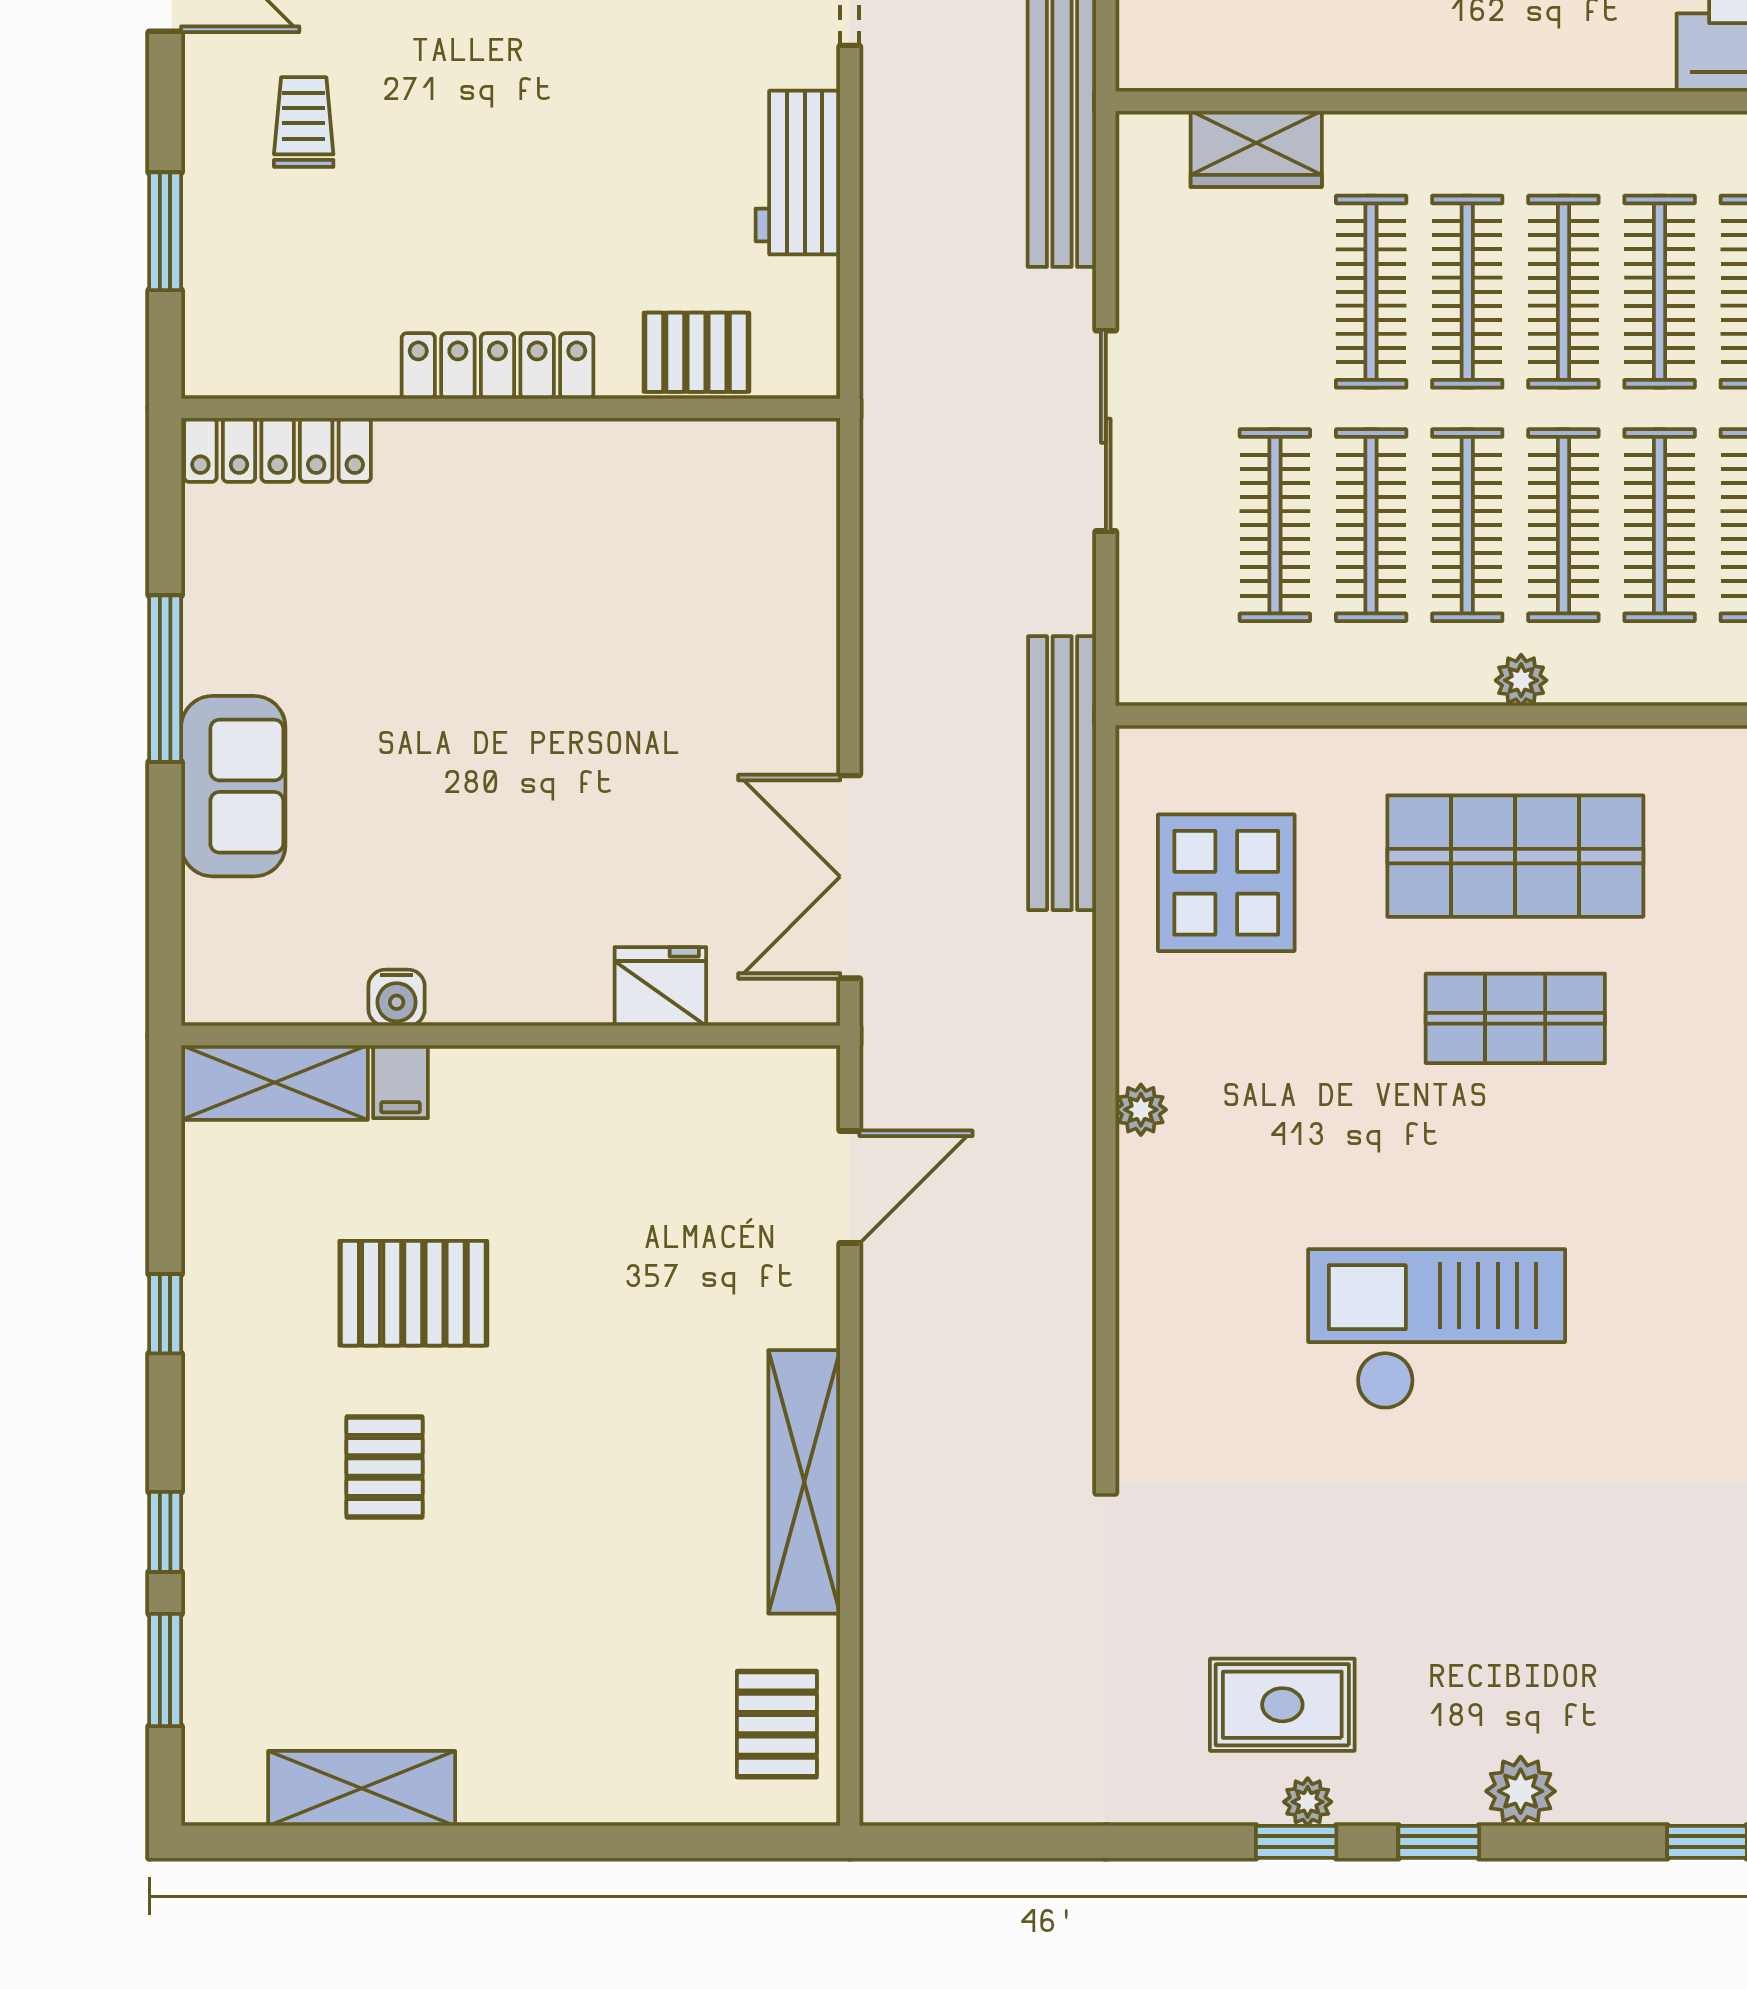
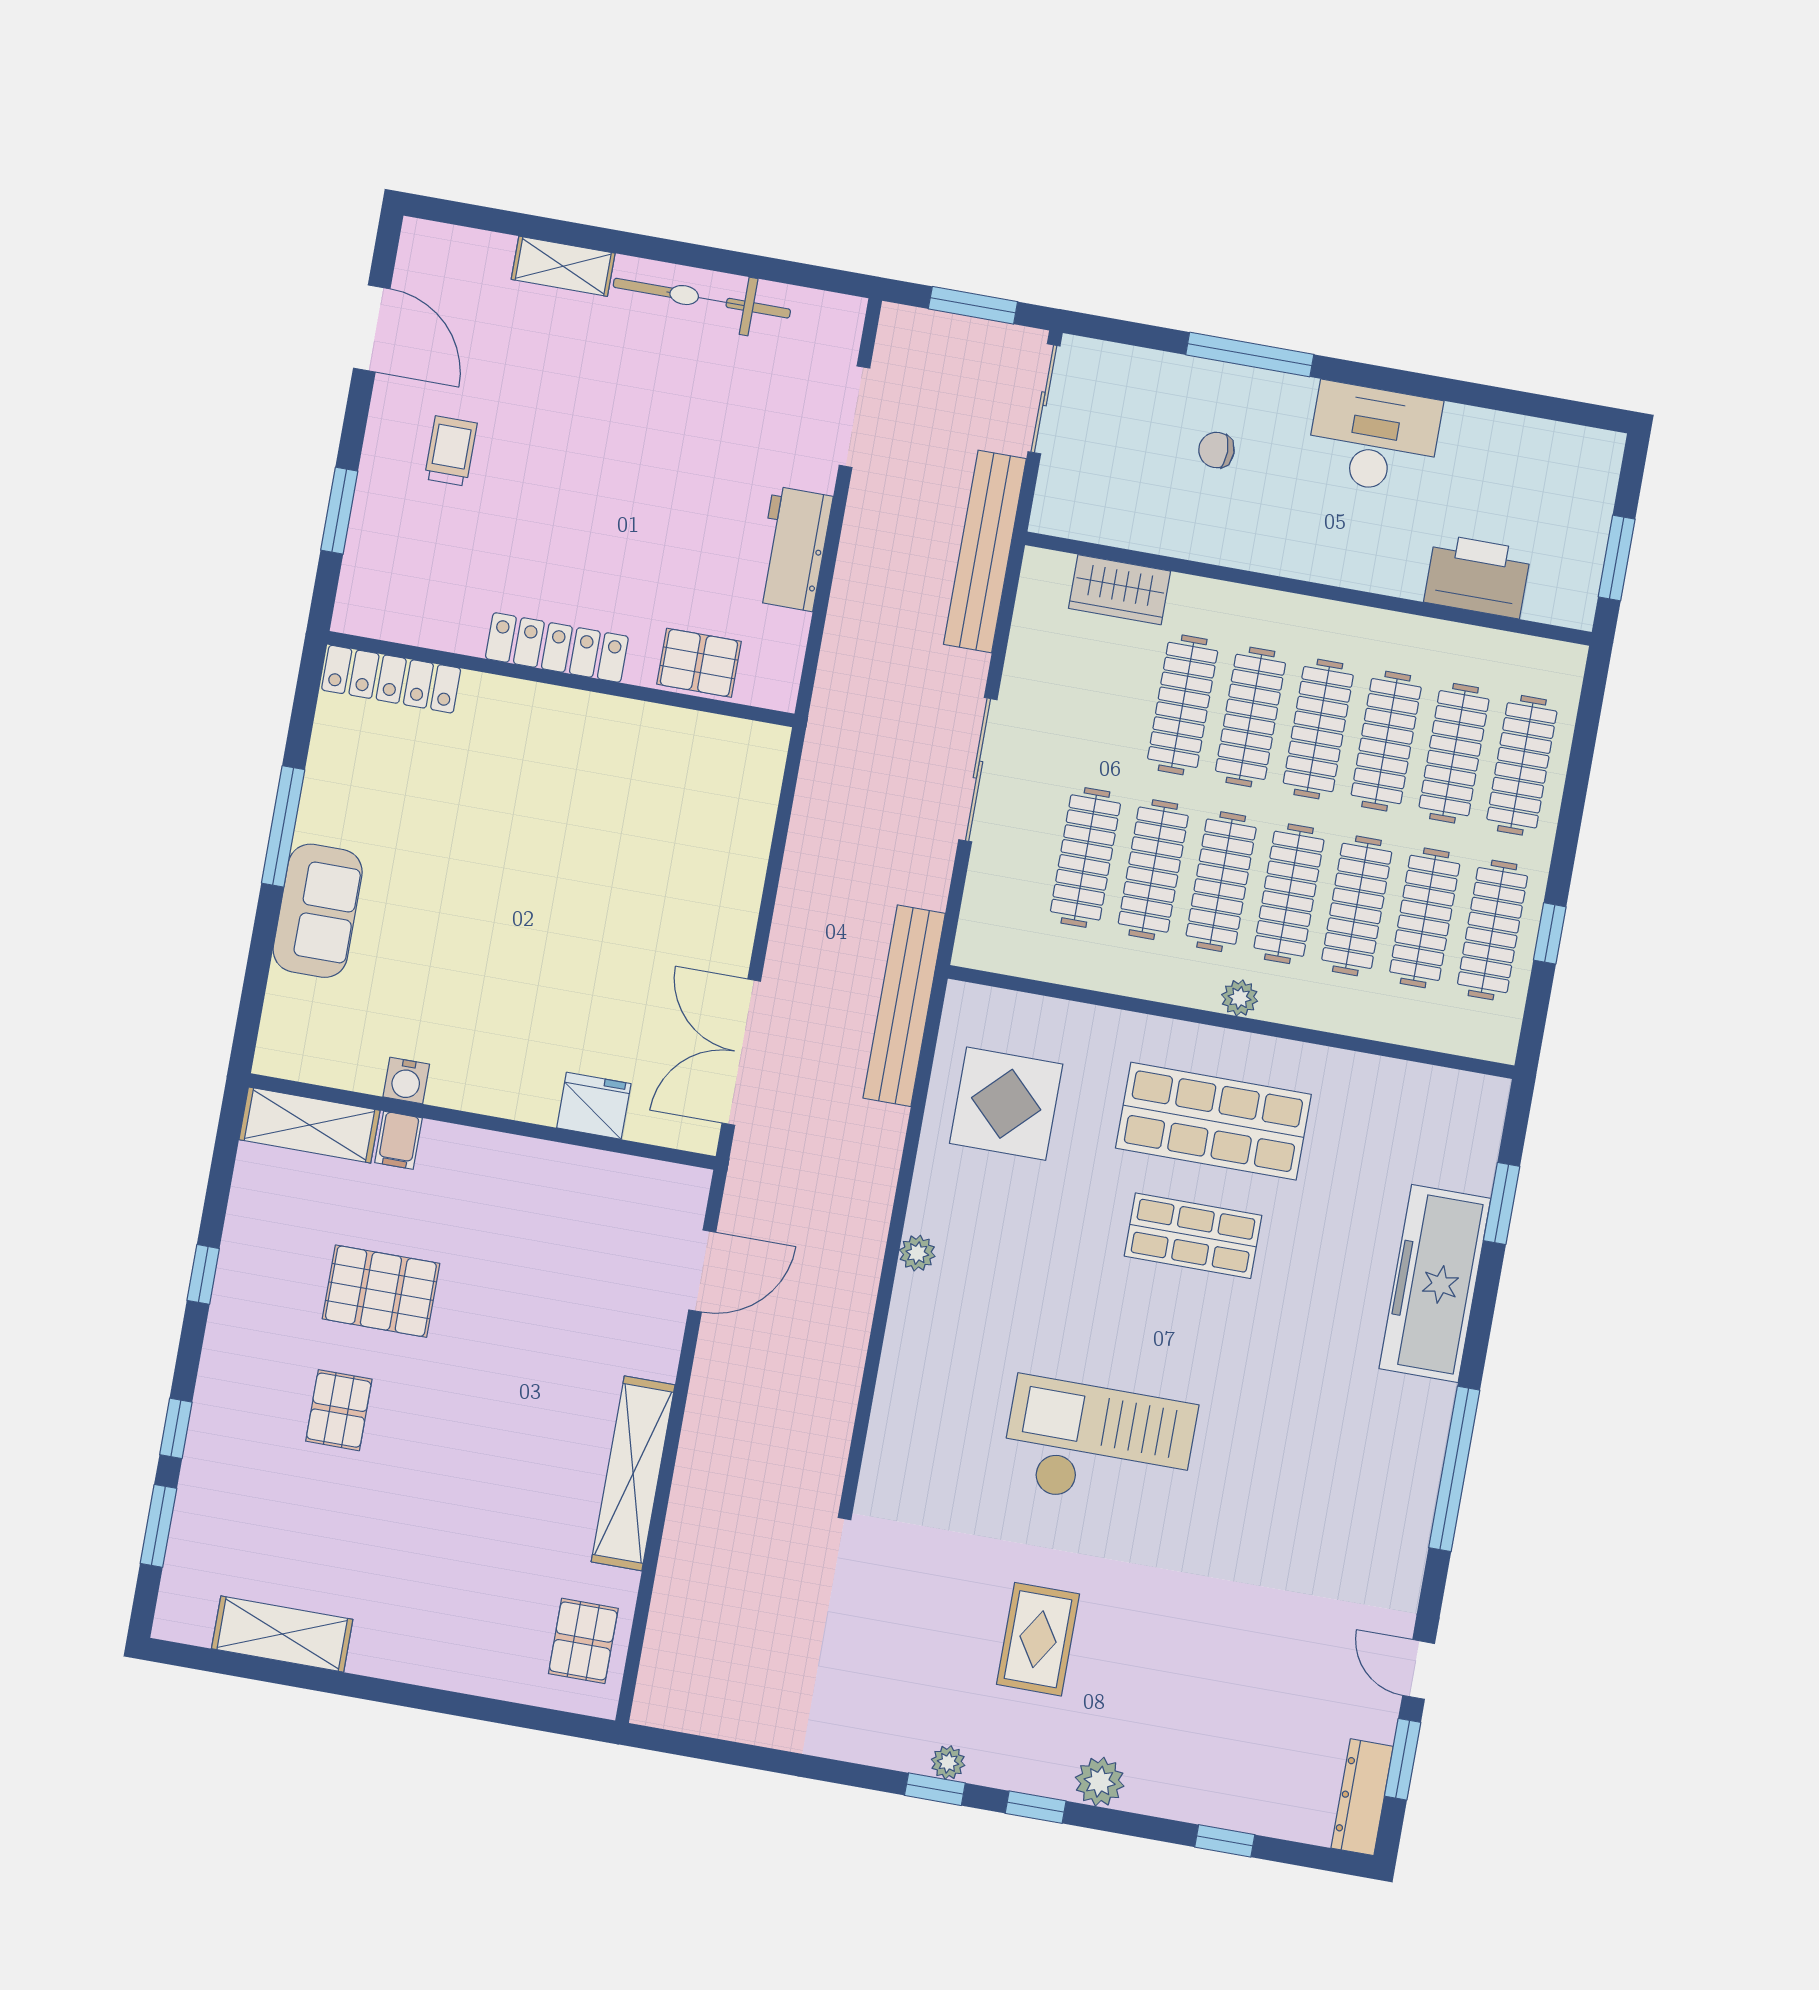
rug: (1282, 1705) -> (1038, 1639), moved, turned 90

